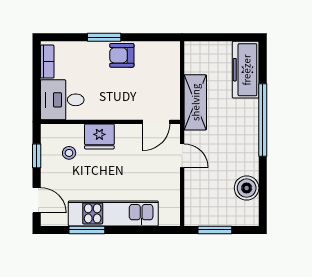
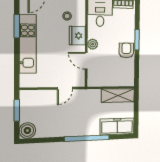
shelving: (195, 102) -> (118, 96), moved
plant: (113, 112) -> (93, 44), added
door: (156, 122) -> (86, 61), moved
boiler: (247, 188) -> (27, 130), moved

